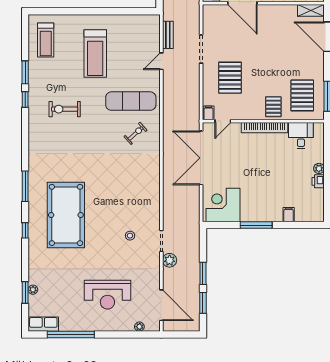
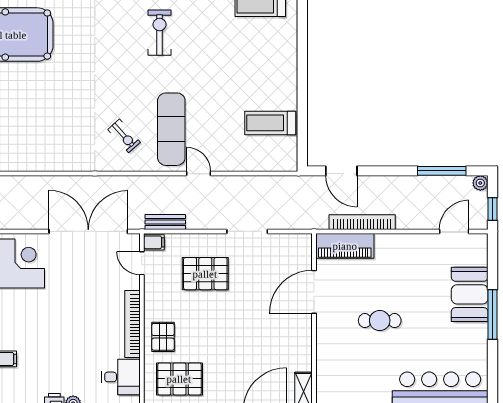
bench: (168, 35) -> (165, 222), moved
treadmill: (95, 53) -> (270, 123), moved, width x0.73, depth x0.73
door: (161, 61) -> (199, 174), moved
pallet: (273, 107) -> (163, 337), turned 90

